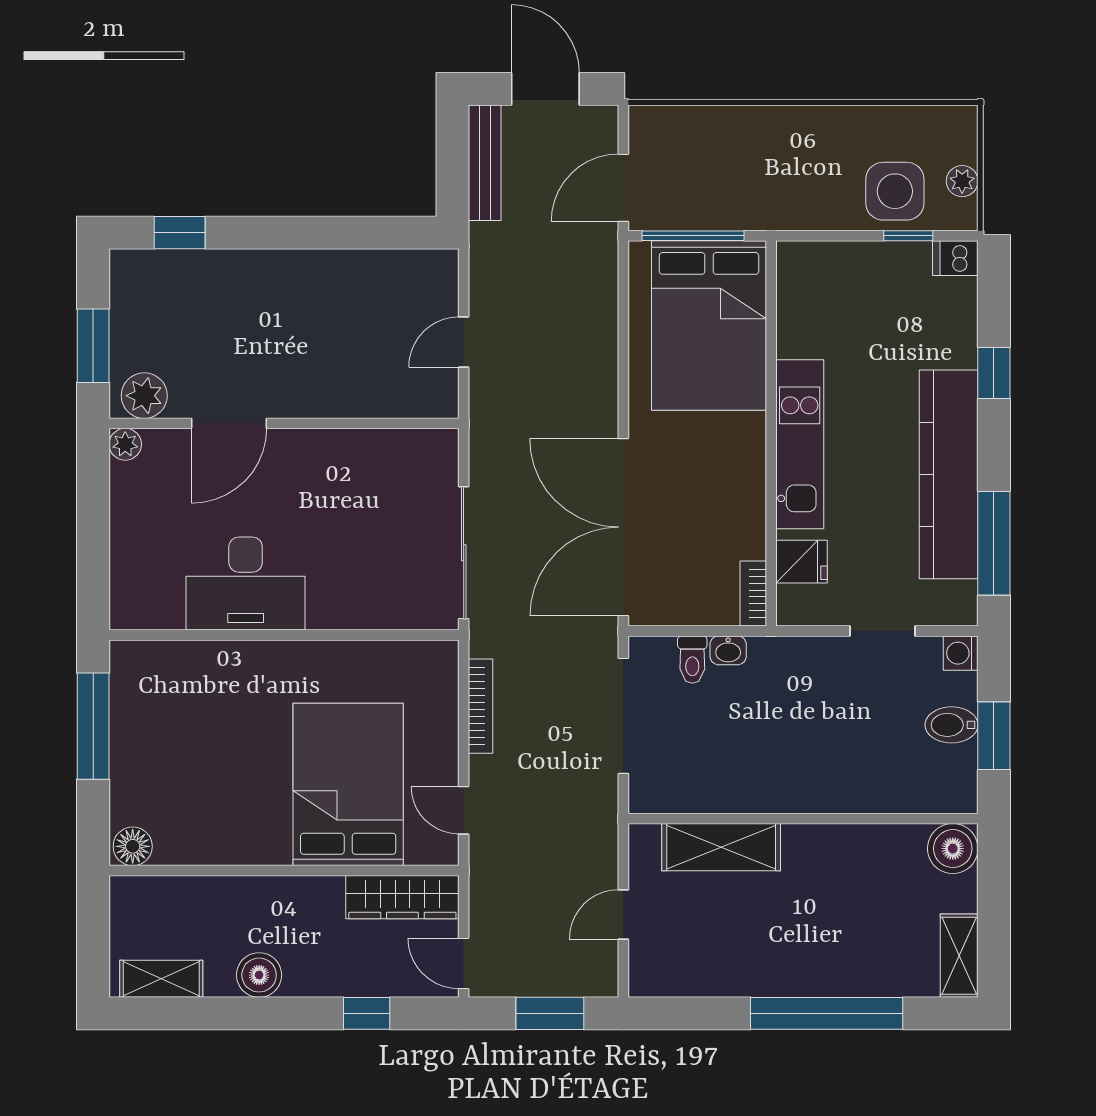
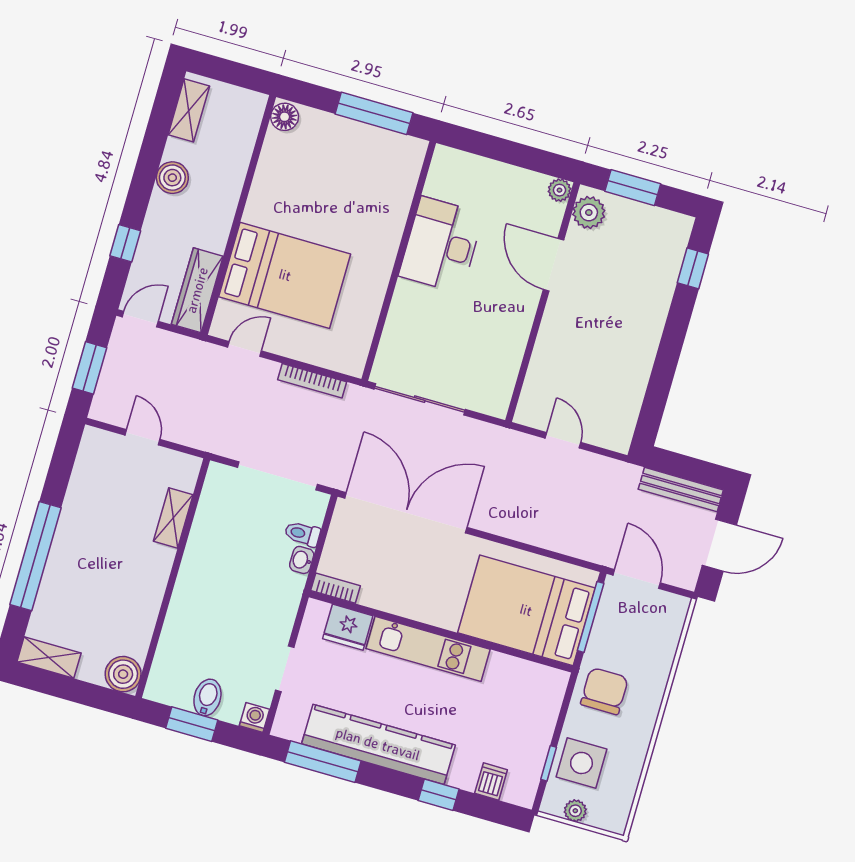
chair: (788, 188) -> (604, 691), added
dishwasher: (955, 258) -> (491, 781), moved
fridge: (801, 562) -> (348, 627), width x1.38
shelving: (721, 847) -> (173, 518), width x0.67, depth x0.75

